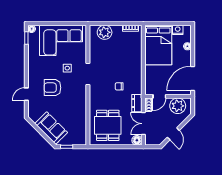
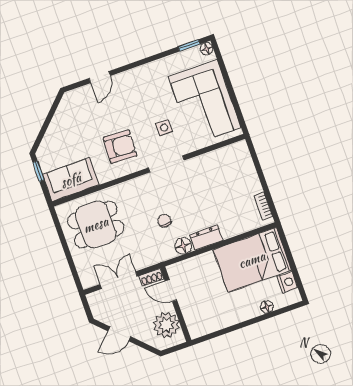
plant: (105, 32) -> (242, 167), removed
door: (193, 78) -> (218, 333), removed
armchair: (52, 88) -> (120, 147), moved, turned 93
door: (26, 94) -> (100, 77), swing flipped
dresser: (137, 103) -> (206, 238), moved
sofa: (51, 128) -> (71, 180), moved, turned -135
floor lamp: (137, 140) -> (183, 246), moved

